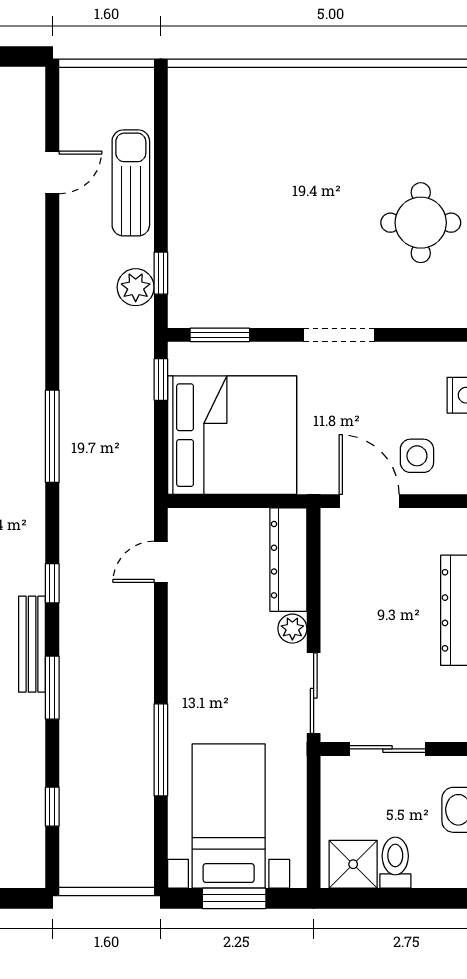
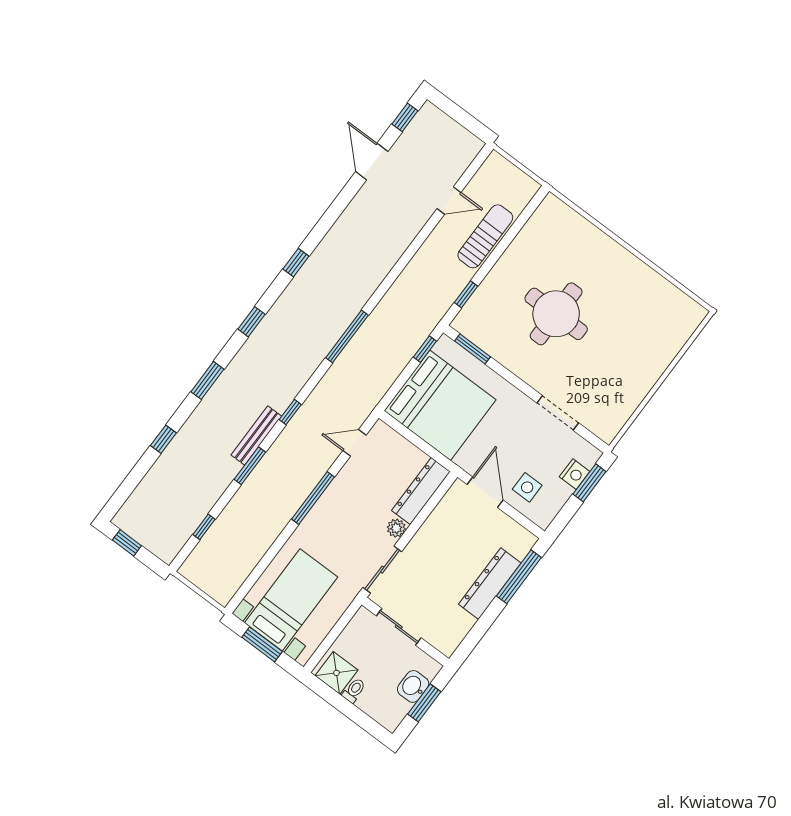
round table: (421, 223) -> (556, 314), moved, width x1.36, depth x1.36
plant: (136, 287) -> (448, 292), removed
doorway: (339, 335) -> (558, 413), moved
window: (161, 750) -> (313, 498), moved
toilet: (395, 863) -> (354, 690), width x0.73, depth x0.72

